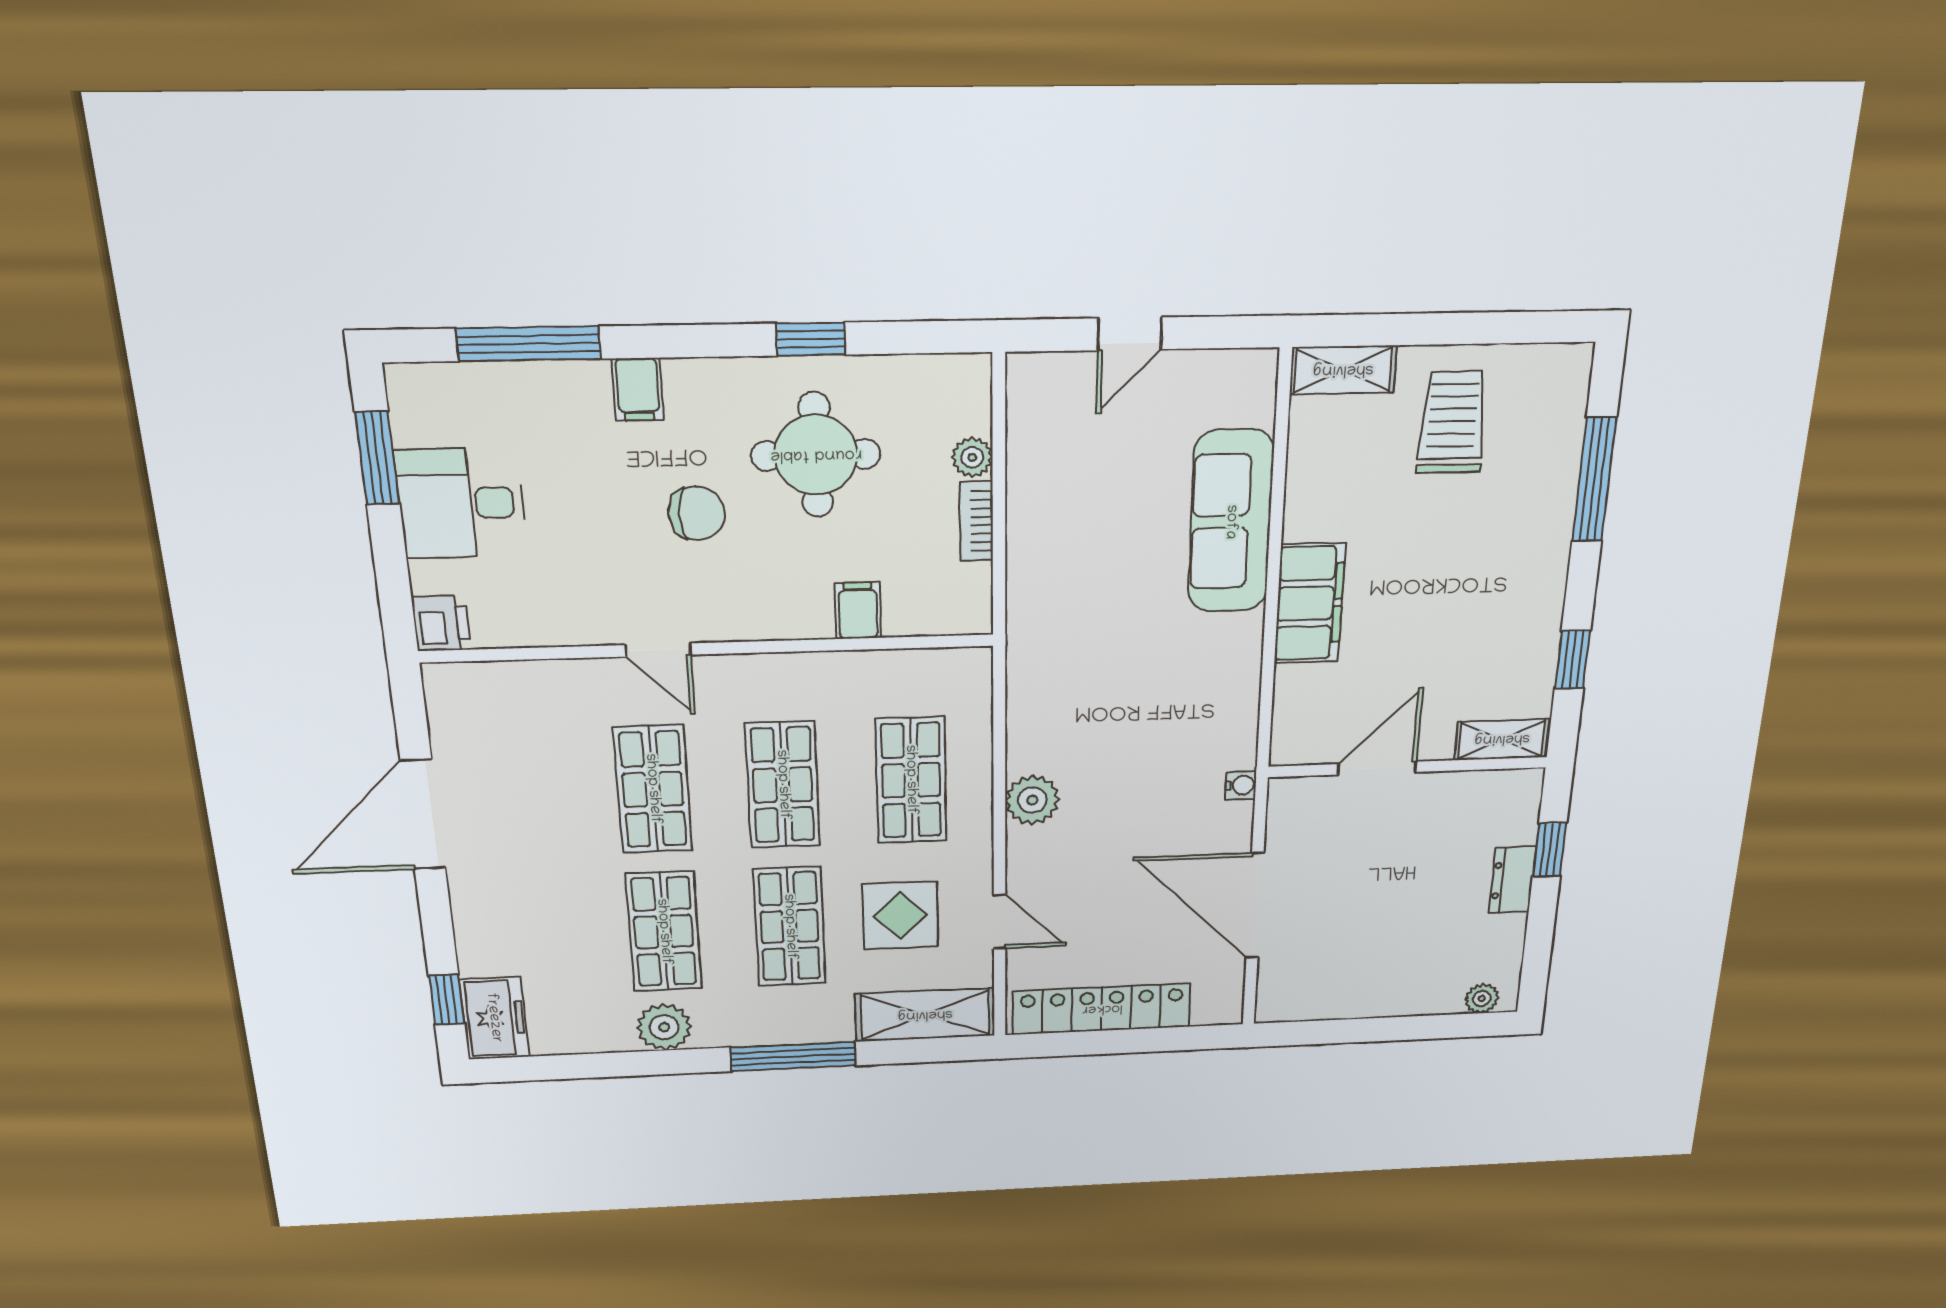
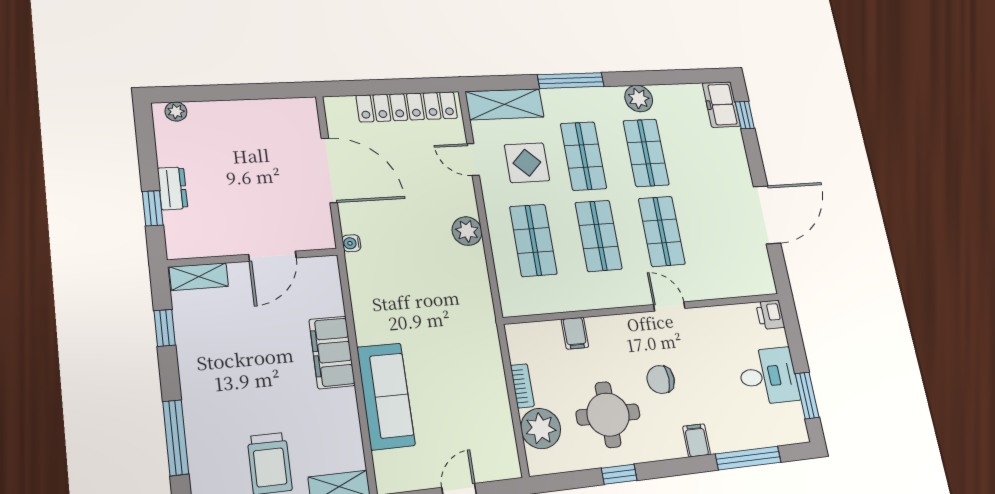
plant: (972, 457) -> (541, 428), width x1.88, depth x1.88

